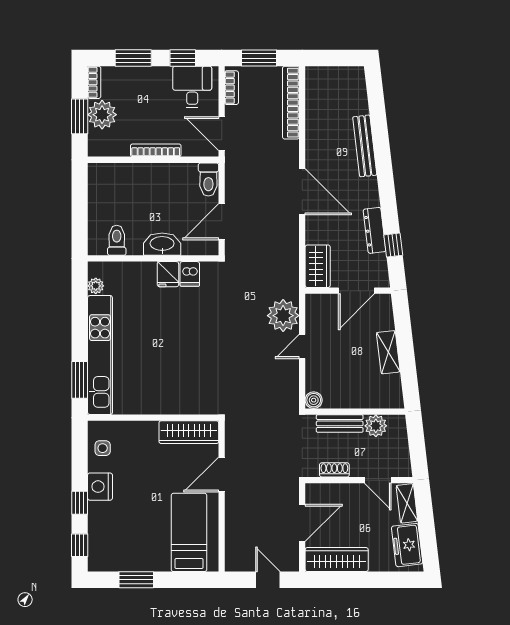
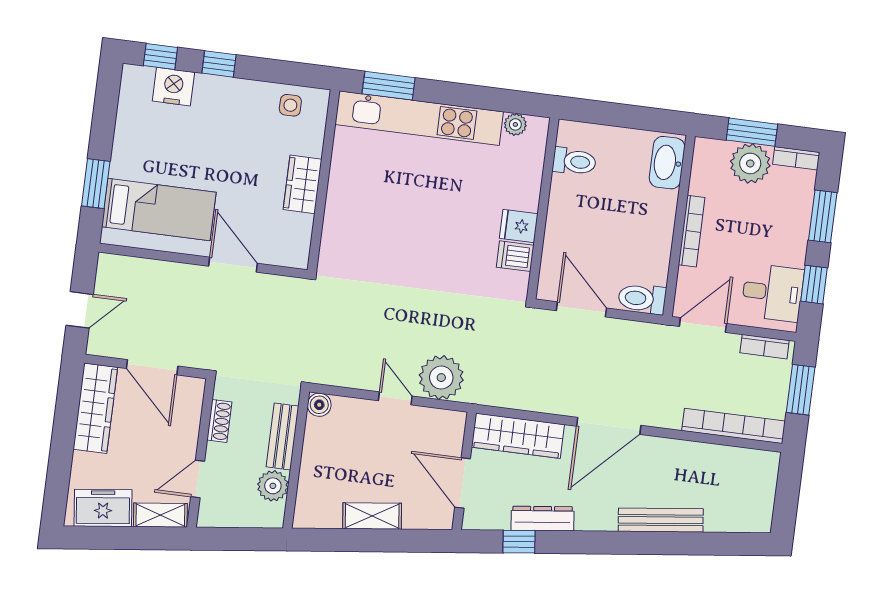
washbasin: (162, 244) -> (667, 163), moved, turned 180
wardrobe: (318, 266) -> (518, 436), width x1.50
wardrobe: (189, 432) -> (303, 184), moved, width x0.67
nightstand: (100, 487) -> (173, 87), moved
window: (136, 580) -> (96, 184), moved

